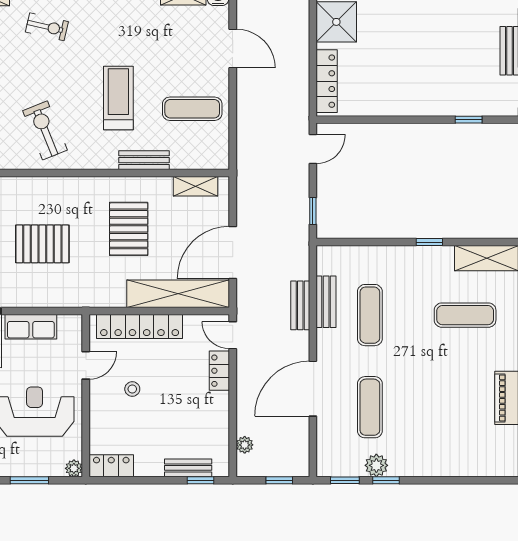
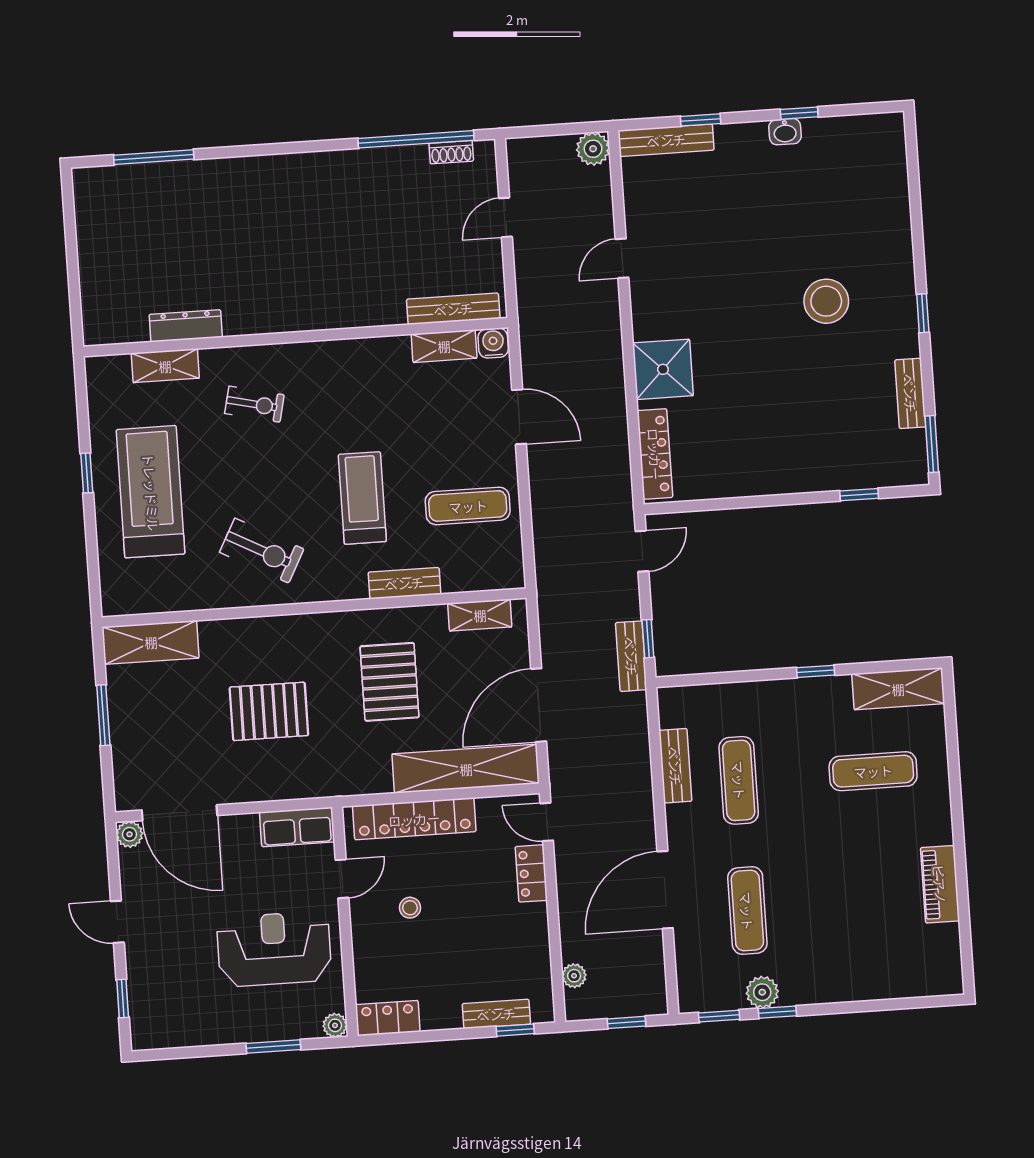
exercise bike: (45, 130) -> (262, 551), turned 140
bench: (300, 305) -> (631, 656), moved
row of seats: (31, 327) -> (297, 827), moved

